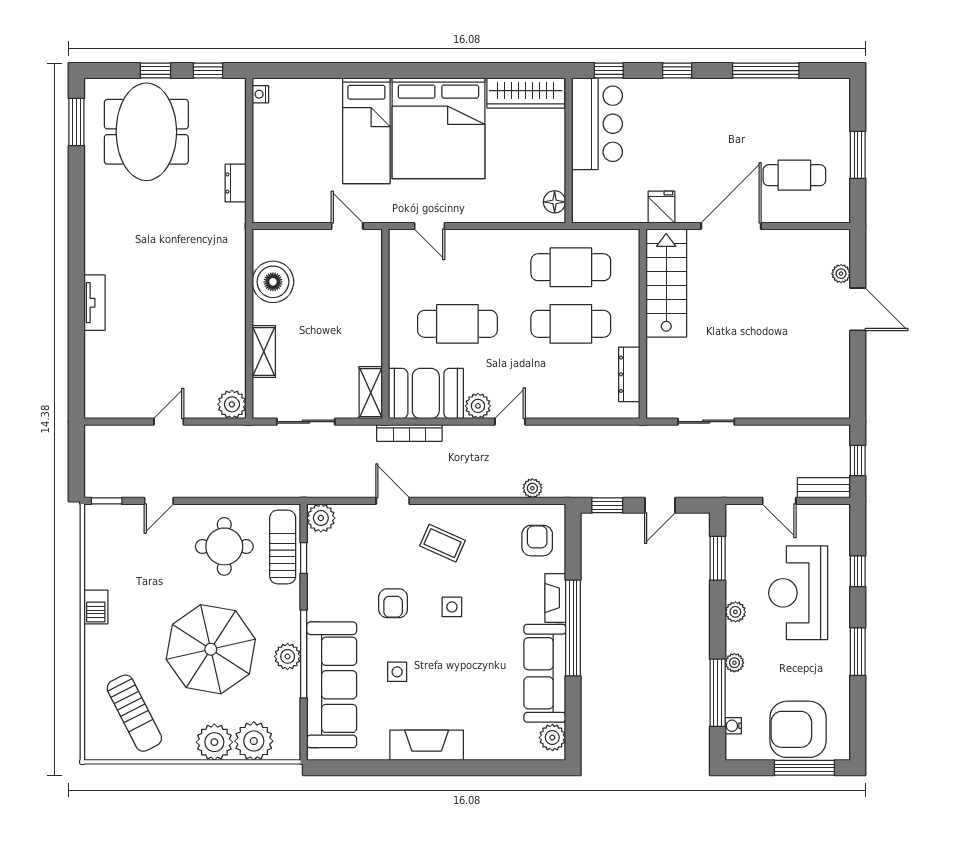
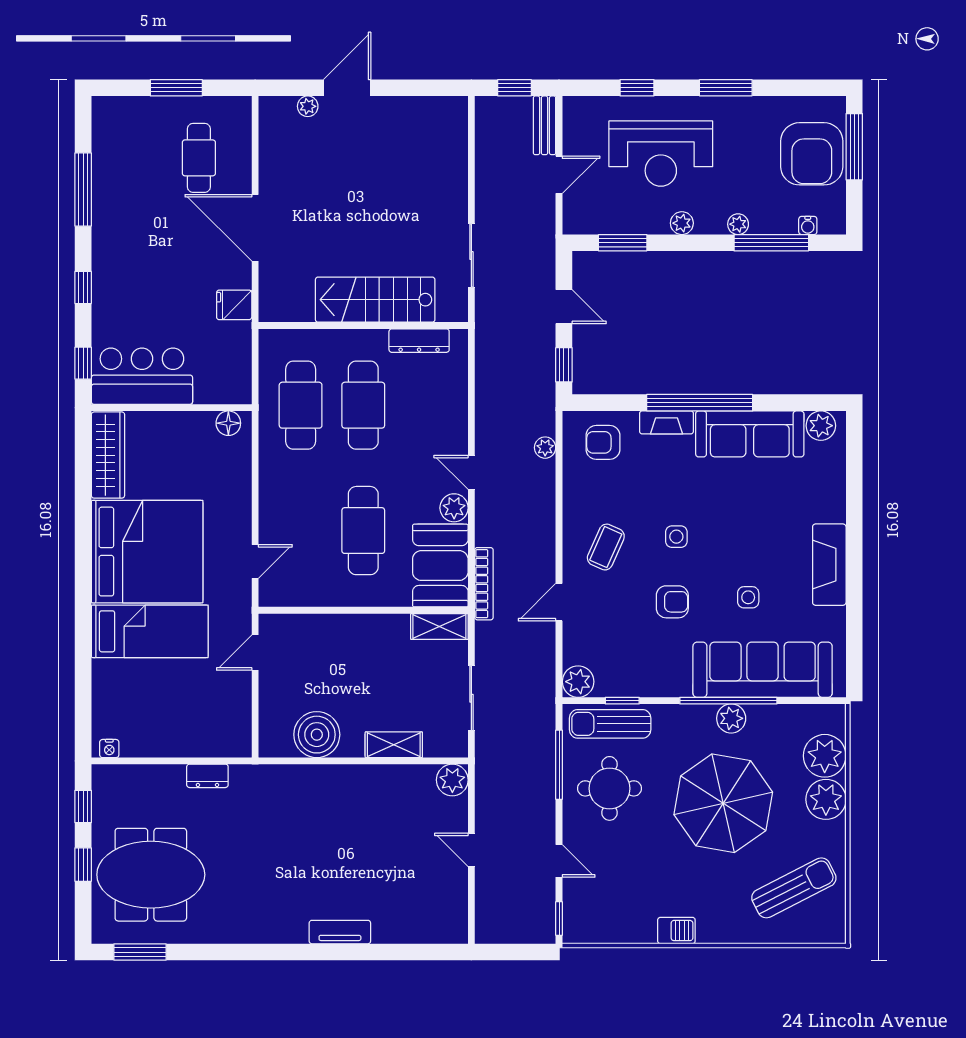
stairs: (666, 283) -> (375, 300), moved
window: (246, 501) -> (559, 765), added

